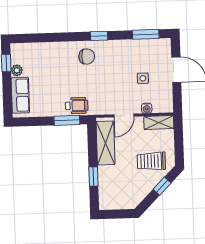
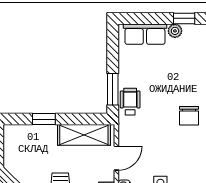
wheelchair: (77, 106) -> (130, 102), turned 180
door: (124, 115) -> (116, 158), swing flipped

